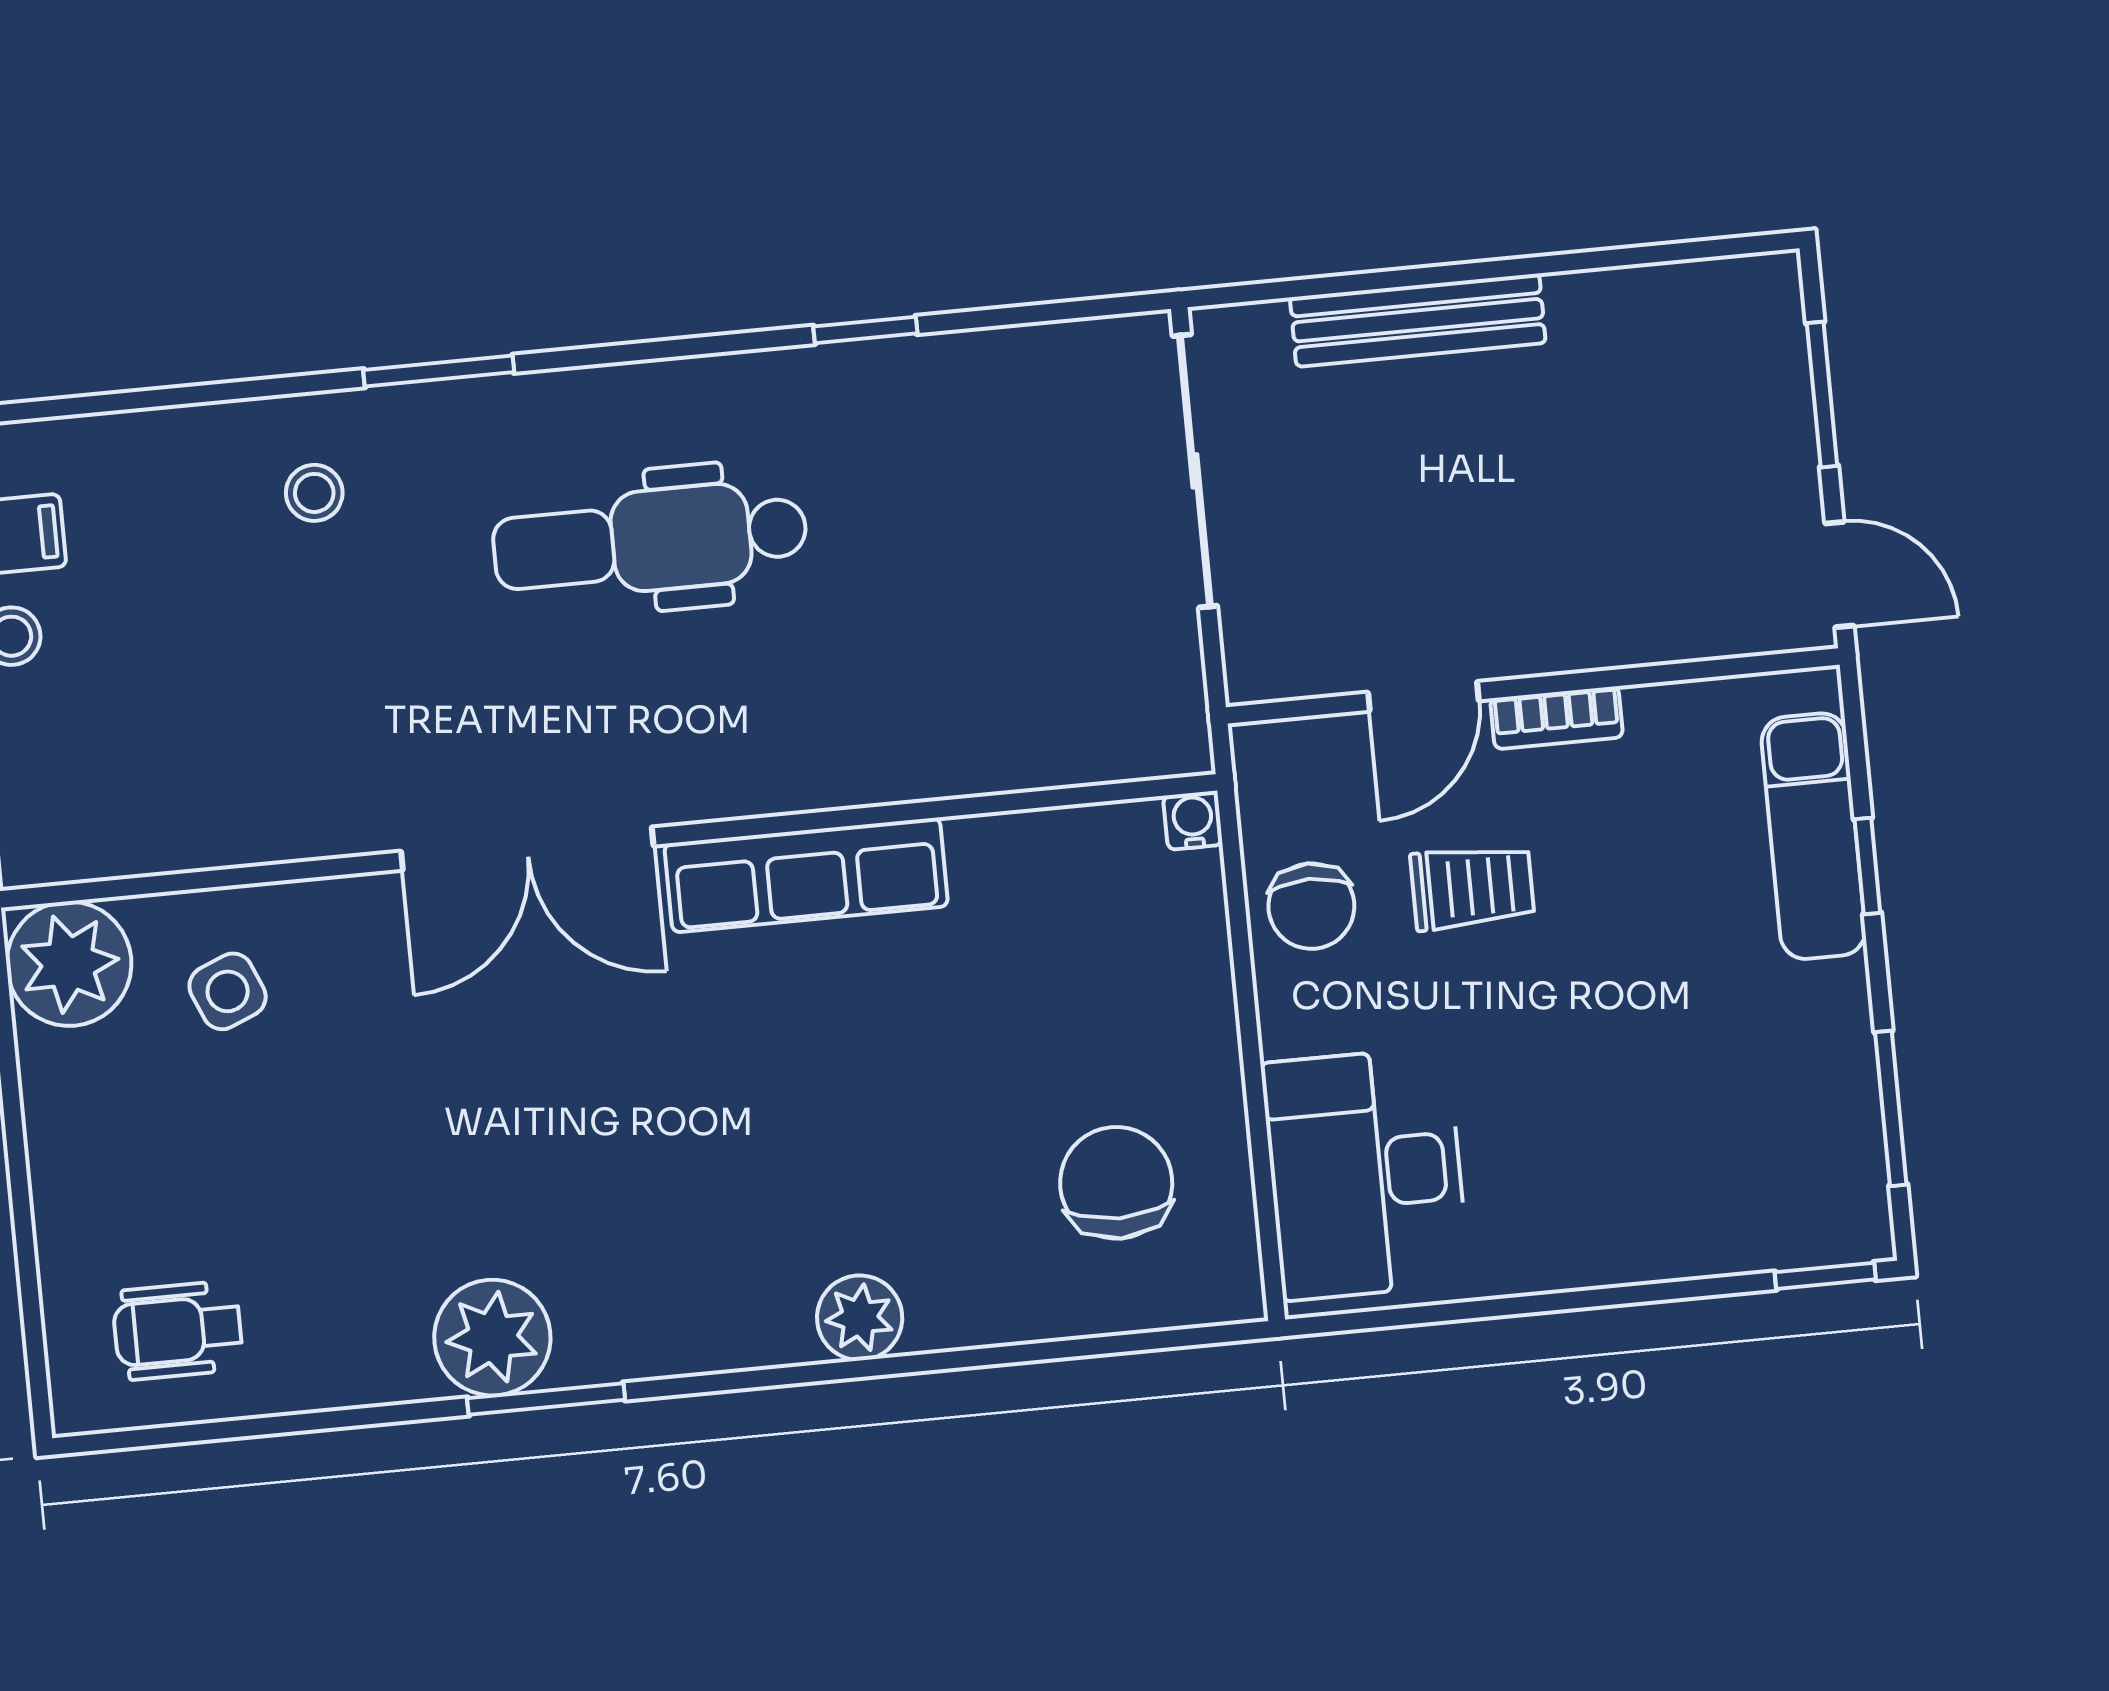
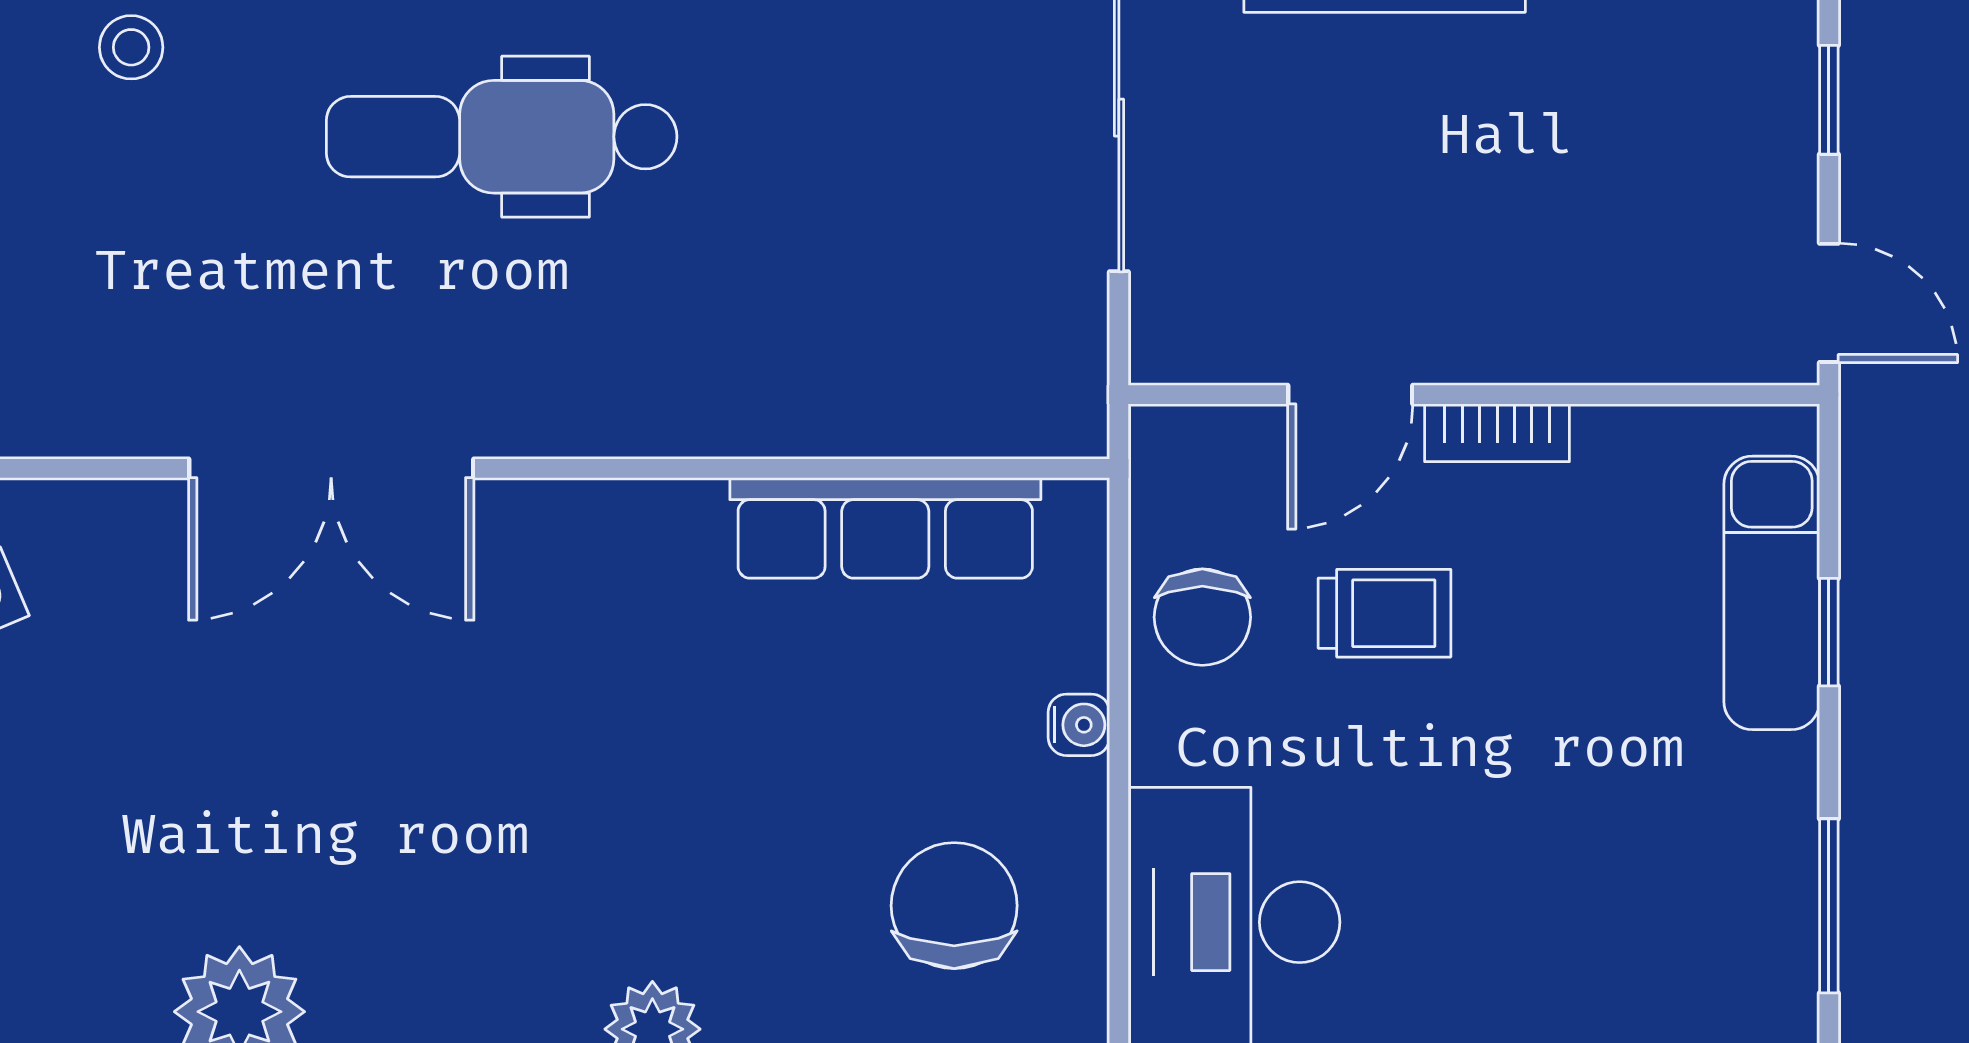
window: (1822, 395) -> (1829, 100), width x0.67
water cooler: (1193, 820) -> (1079, 725), moved, turned 90
row of seats: (806, 875) -> (885, 528), moved

